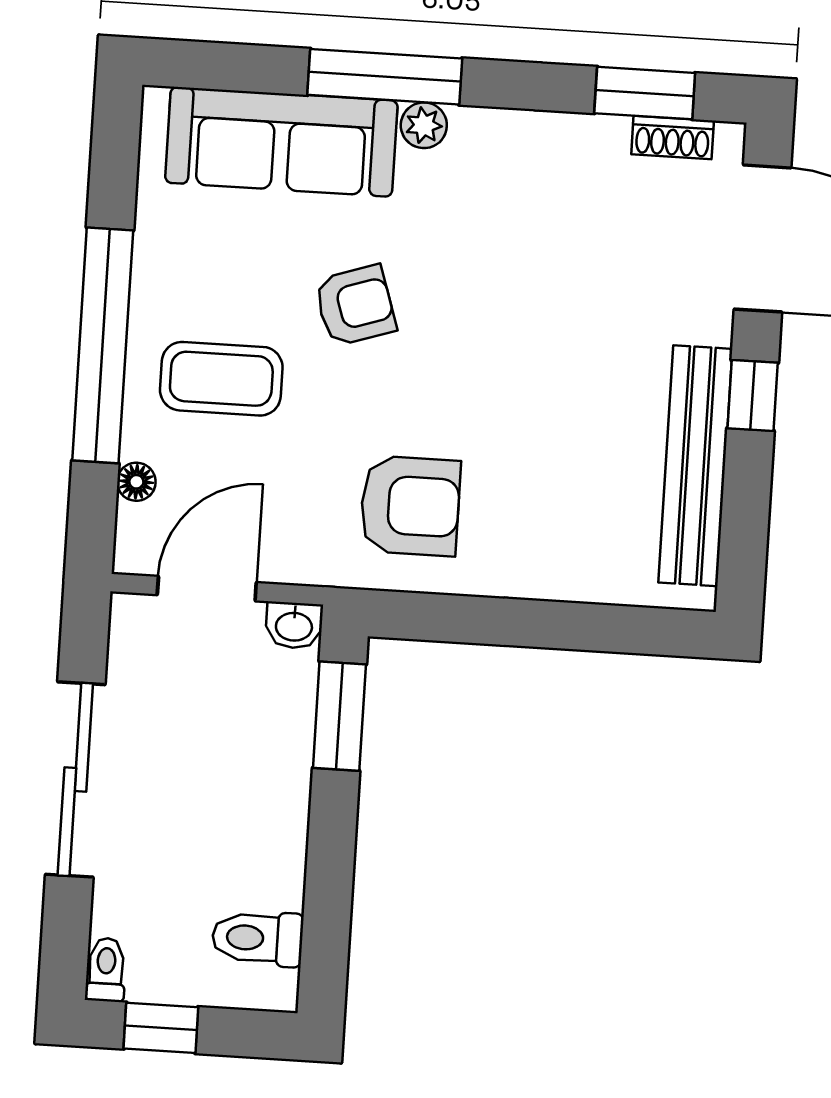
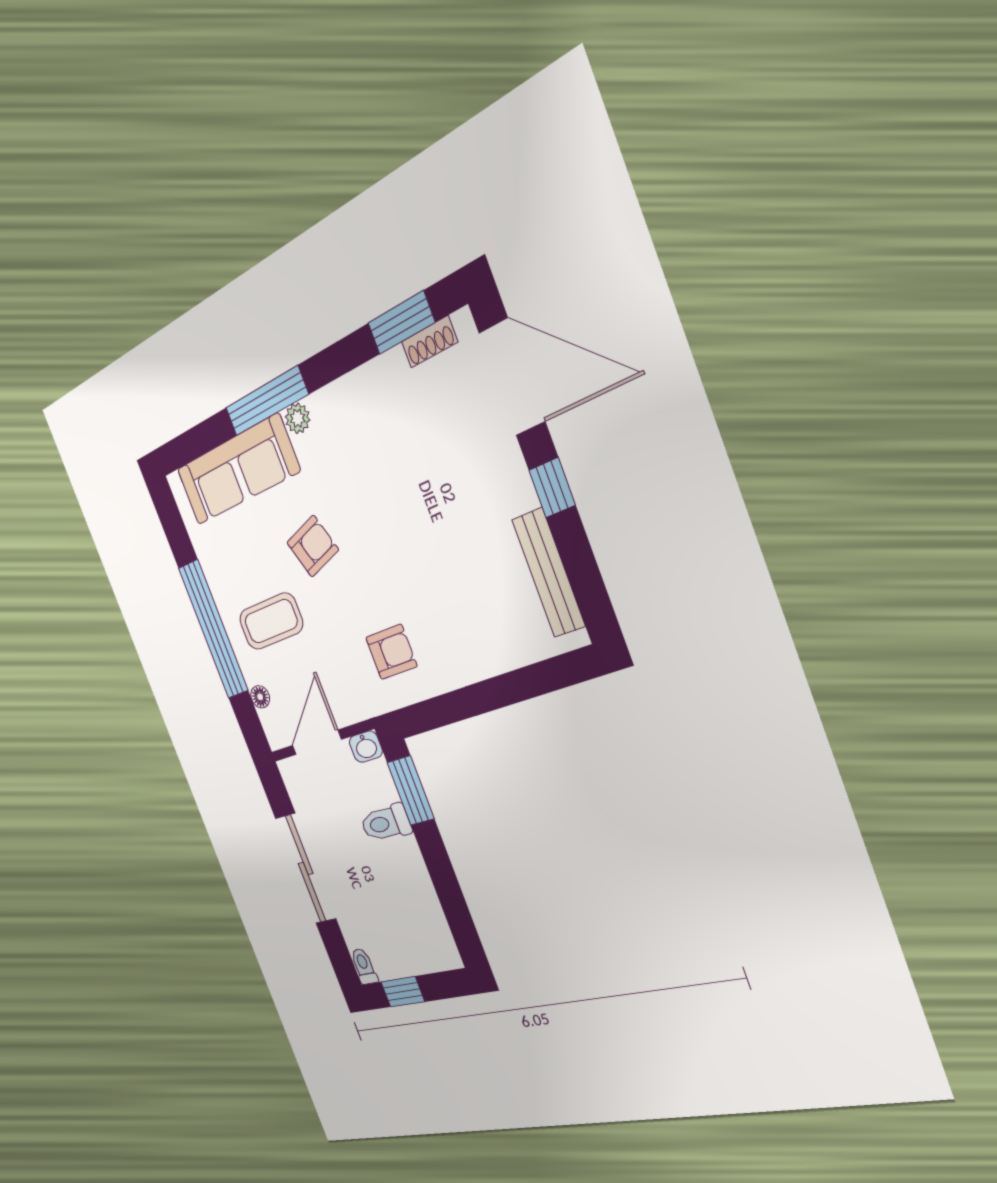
bench: (695, 466) -> (548, 573), width x0.73, depth x0.82
armchair: (410, 506) -> (391, 652), width x0.72, depth x0.72
toilet: (258, 938) -> (386, 823), moved

